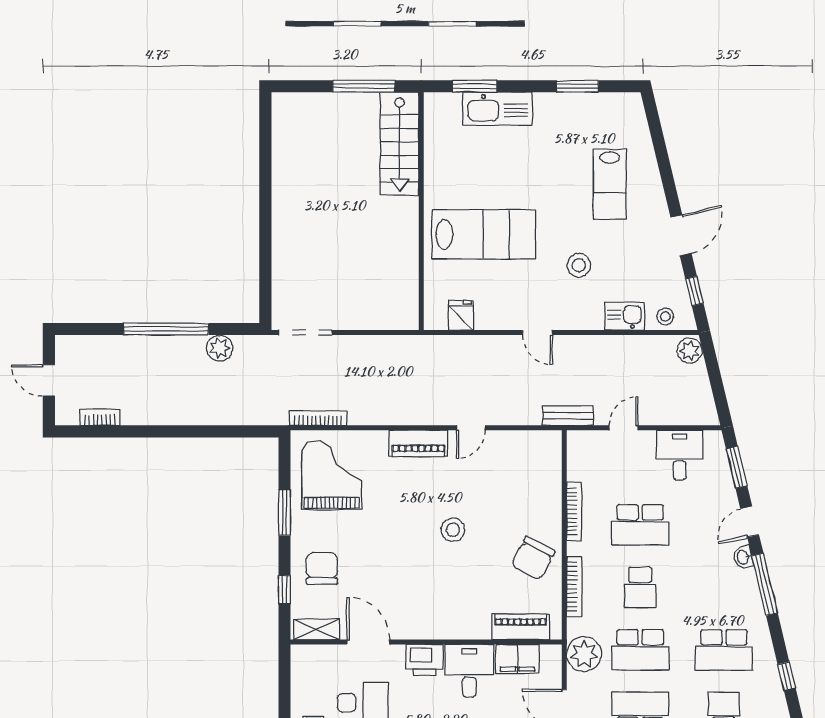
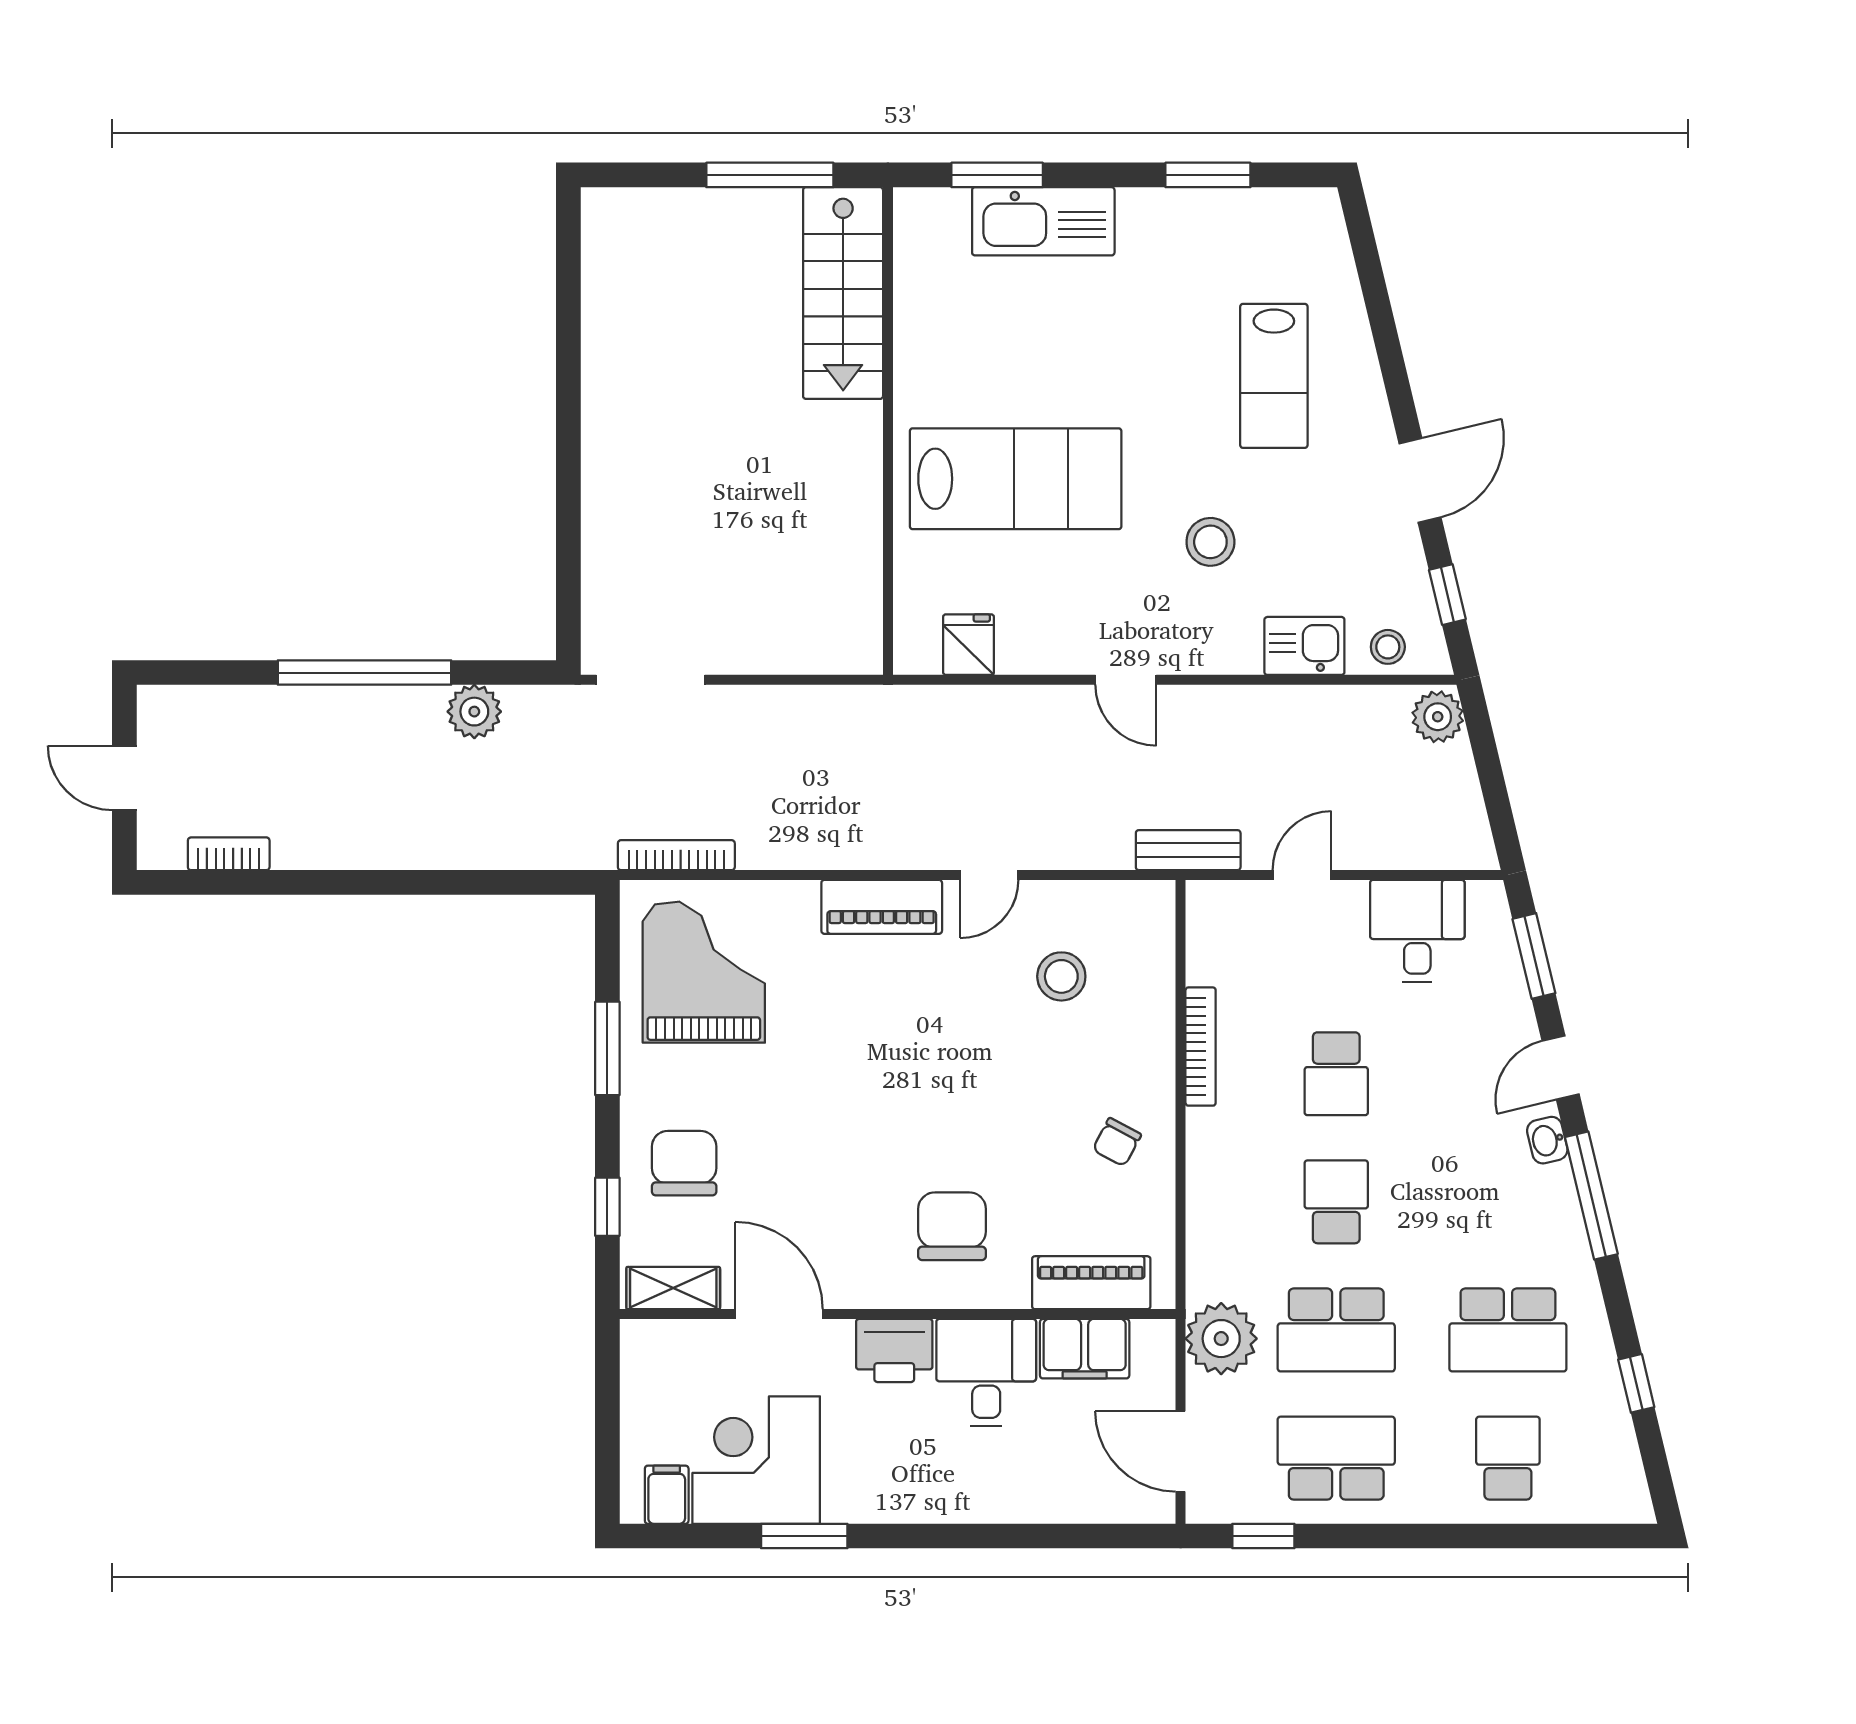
school desk: (640, 525) -> (1336, 1074), width x0.54
stool: (453, 530) -> (1061, 976), moved
chair: (533, 558) -> (1117, 1142), width x0.54, depth x0.54
bookcase: (574, 587) -> (1201, 1200), removed
school desk: (640, 587) -> (1336, 1202), turned 180
chair: (453, 599) -> (952, 1226), added

